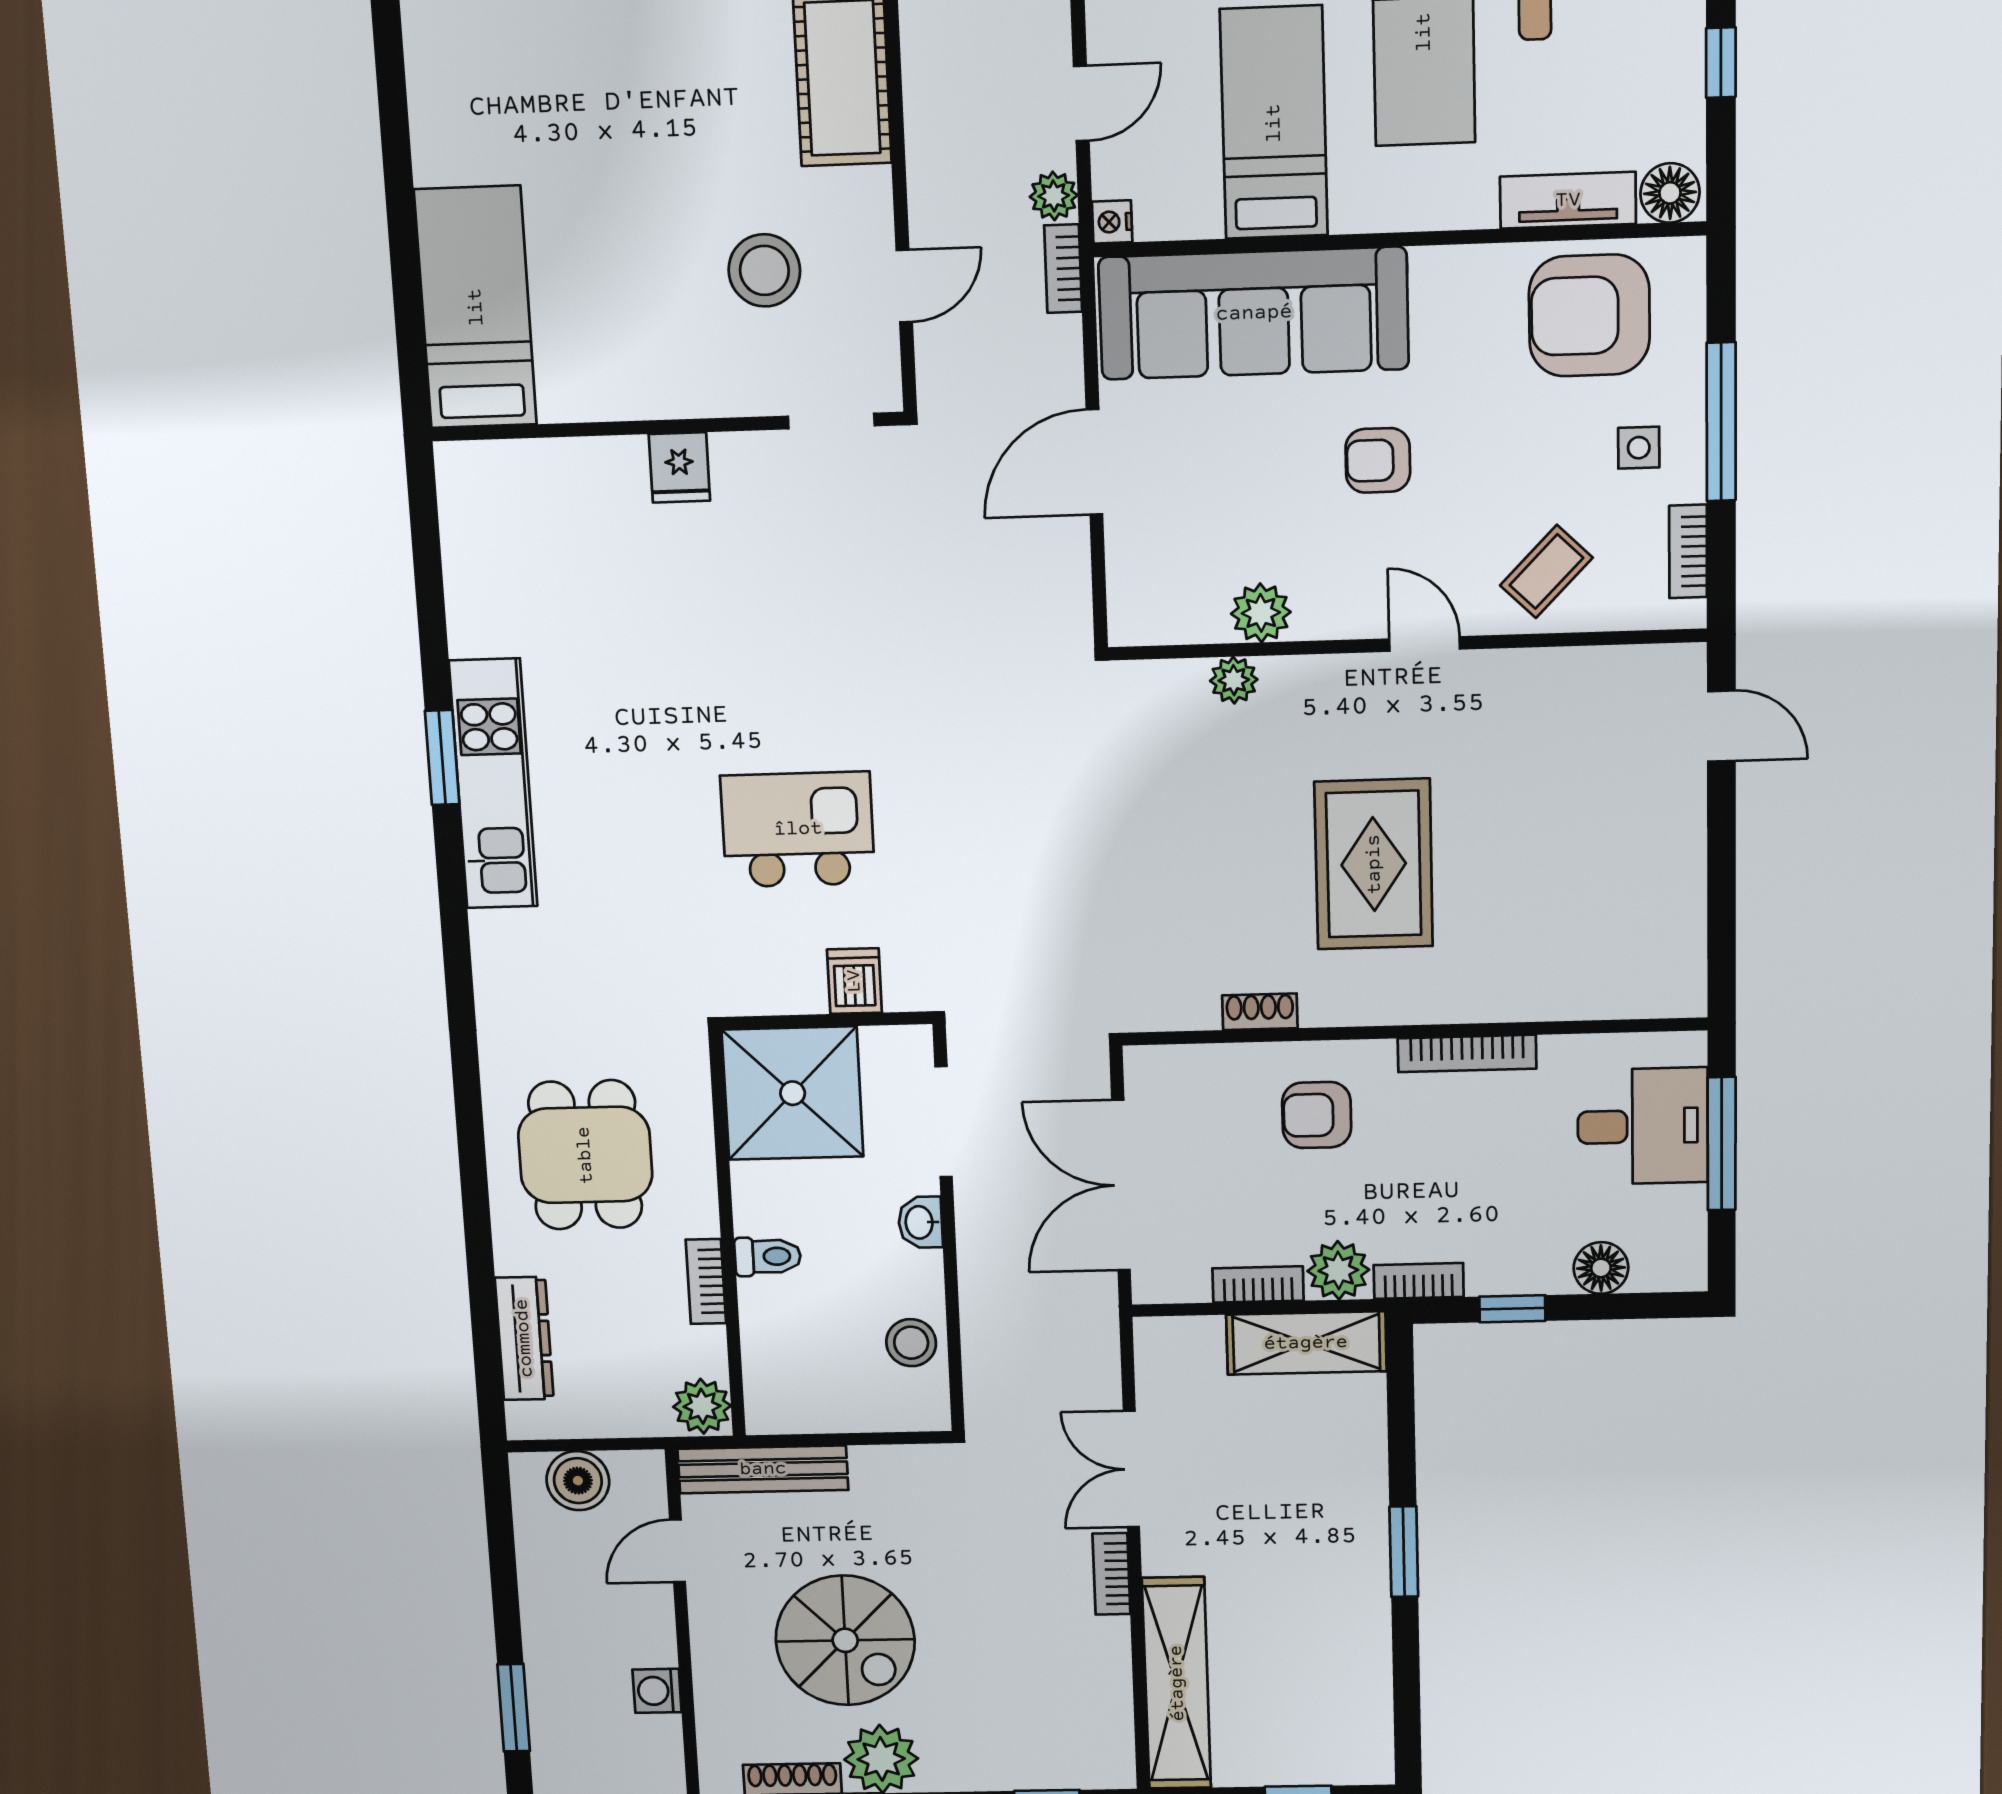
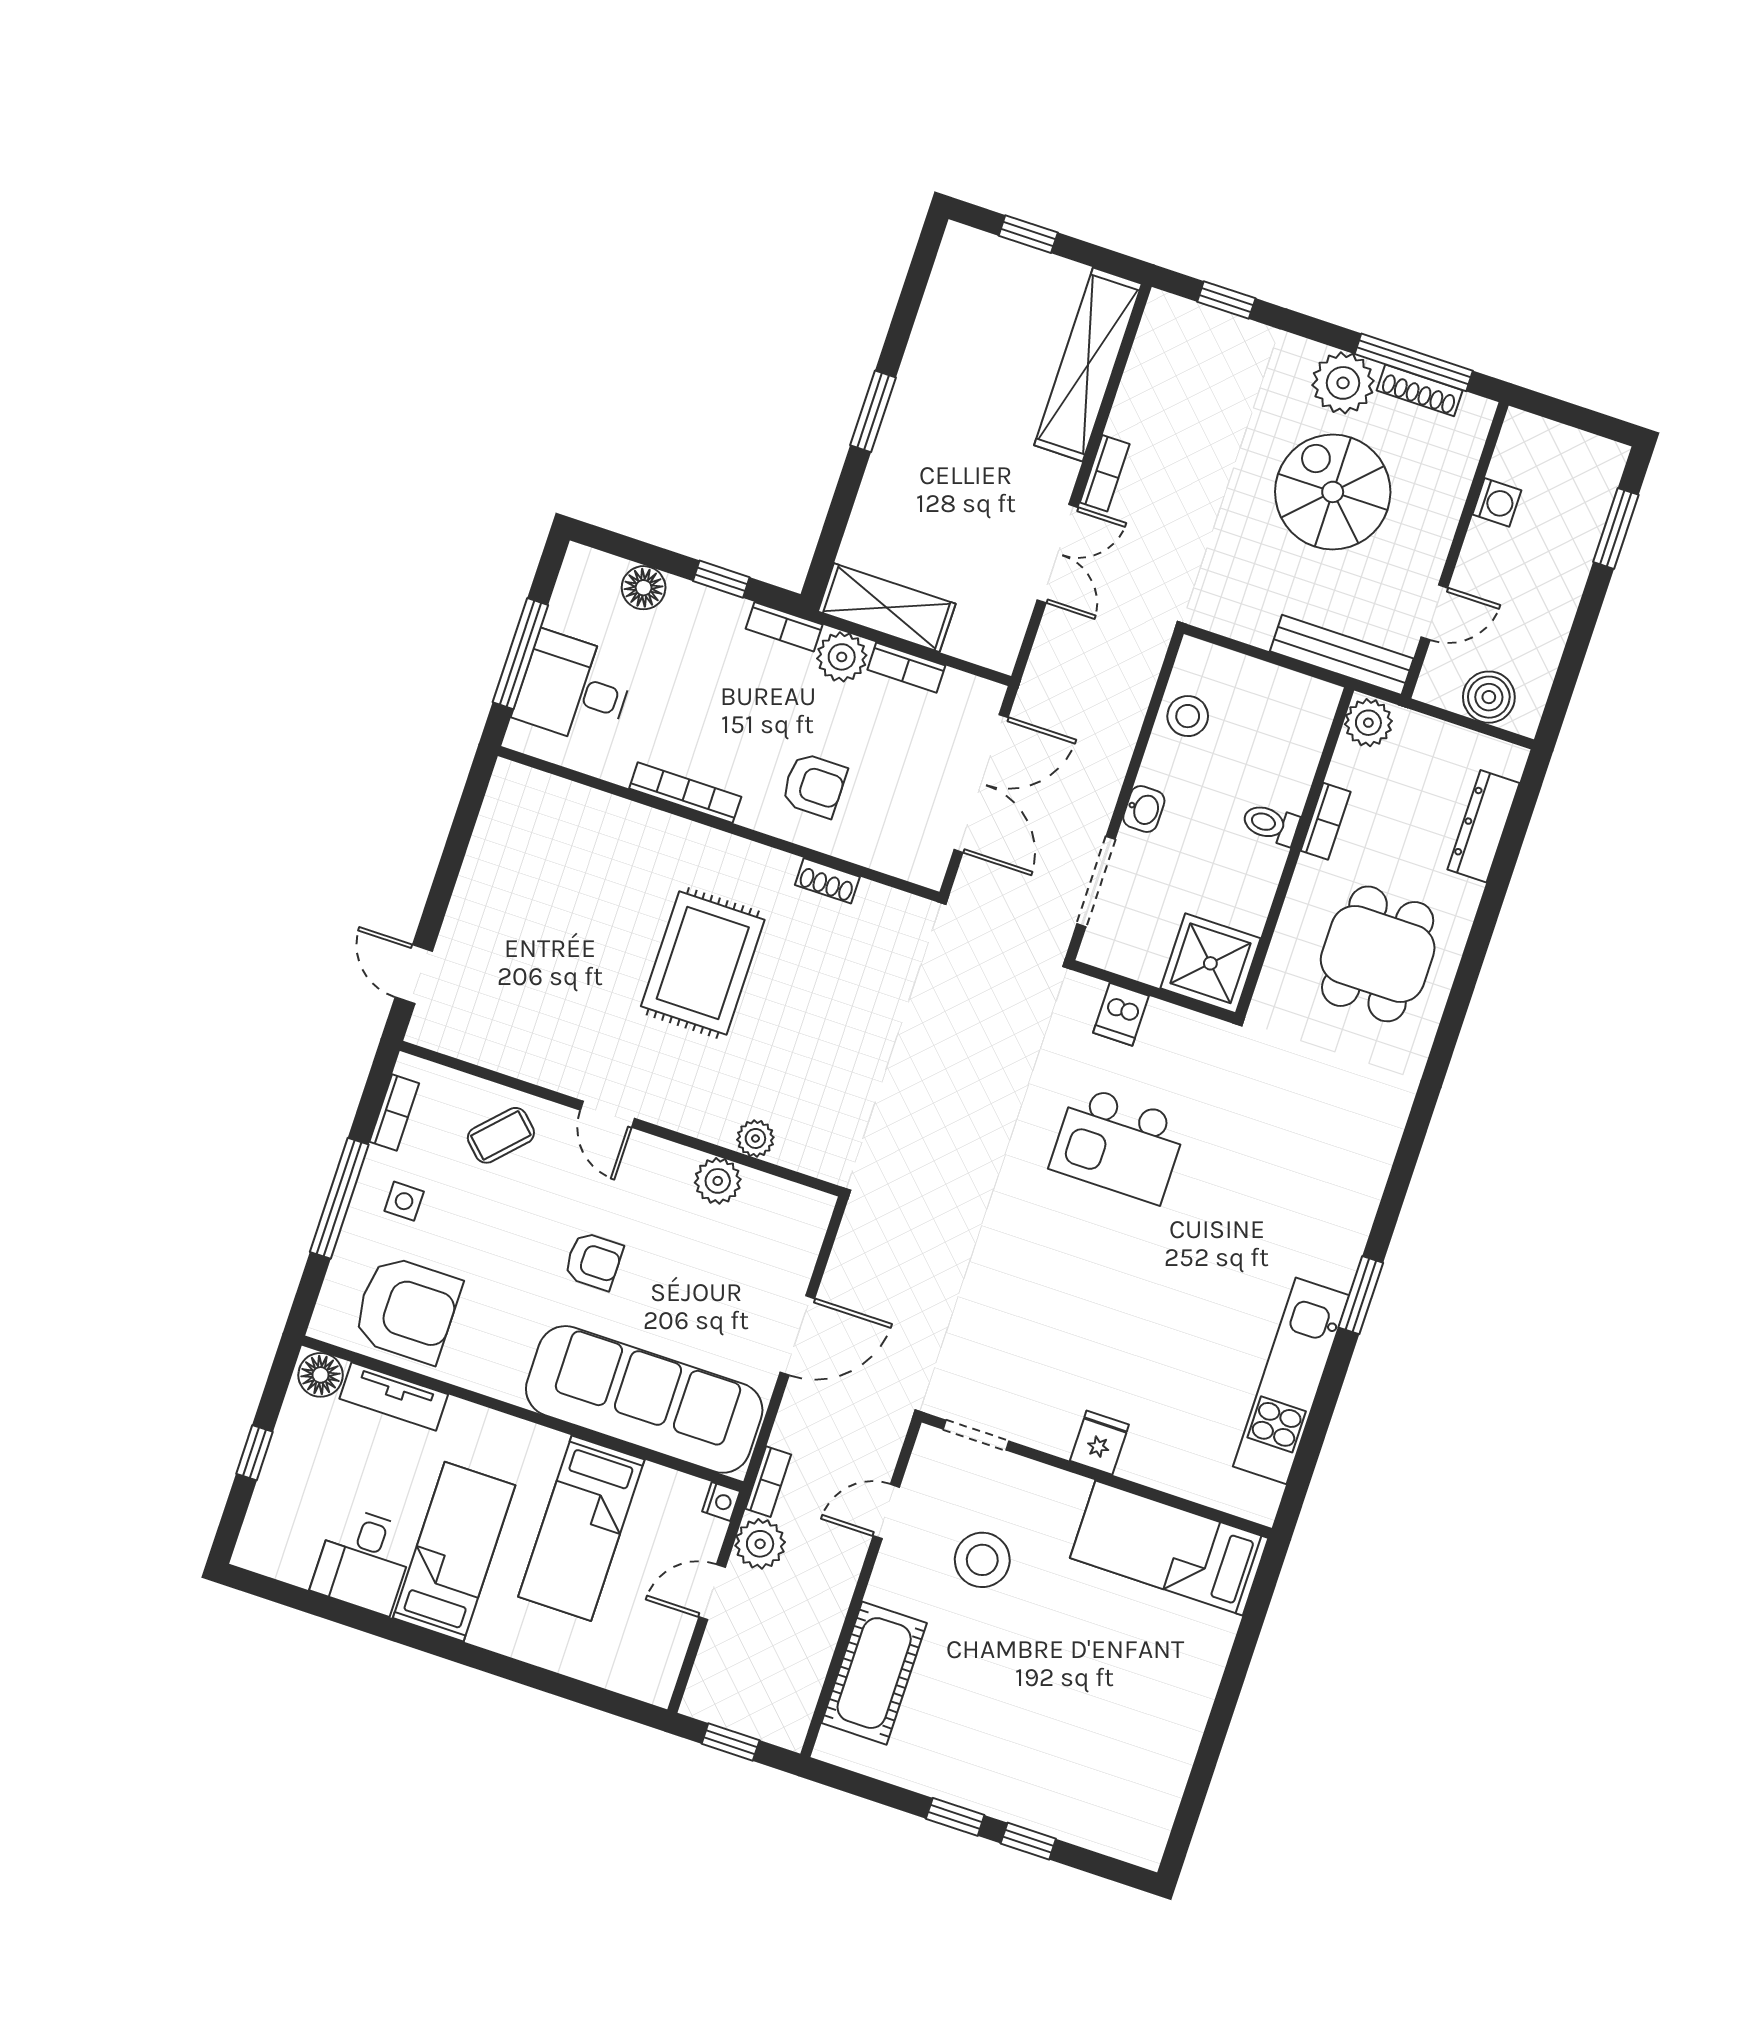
plant: (1054, 196) -> (760, 1544), width x1.38, depth x1.38
bed: (476, 307) -> (1169, 1548), moved, turned 90
kitchen unit: (493, 784) -> (1291, 1381), moved
shower: (793, 1093) -> (1210, 963), width x0.73, depth x0.73

